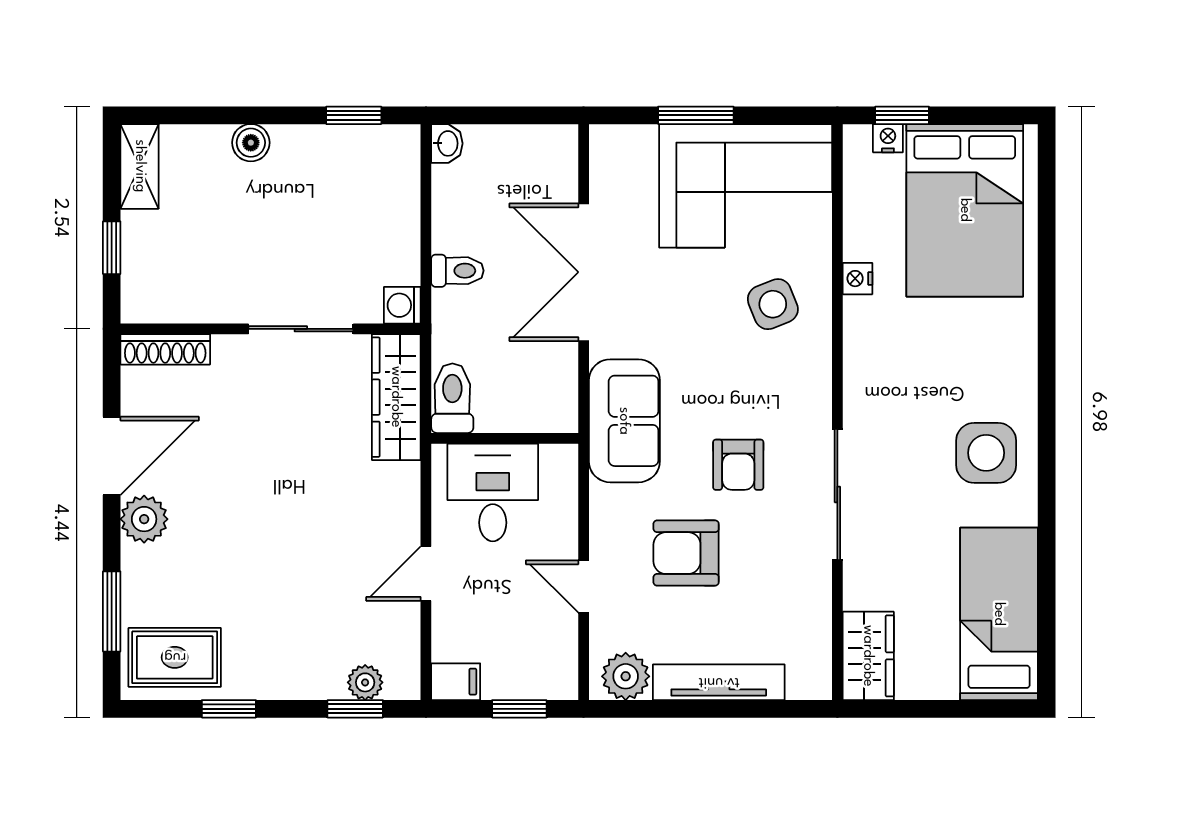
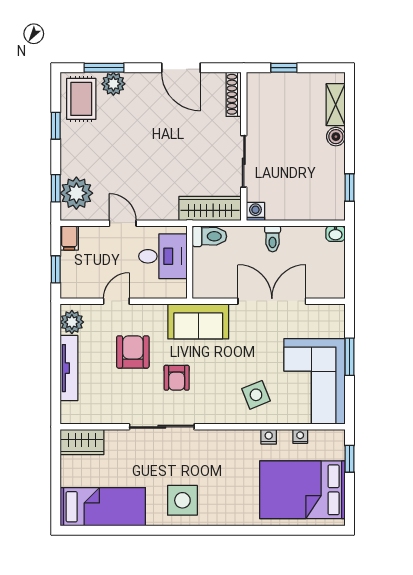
nightstand: (888, 138) -> (300, 436), moved, turned -90
shelving: (140, 166) -> (336, 105), moved, turned 90
armchair: (738, 465) -> (177, 378), turned -90
plant: (144, 519) -> (113, 84), moved
plant: (365, 682) -> (76, 193), width x1.88, depth x1.88

